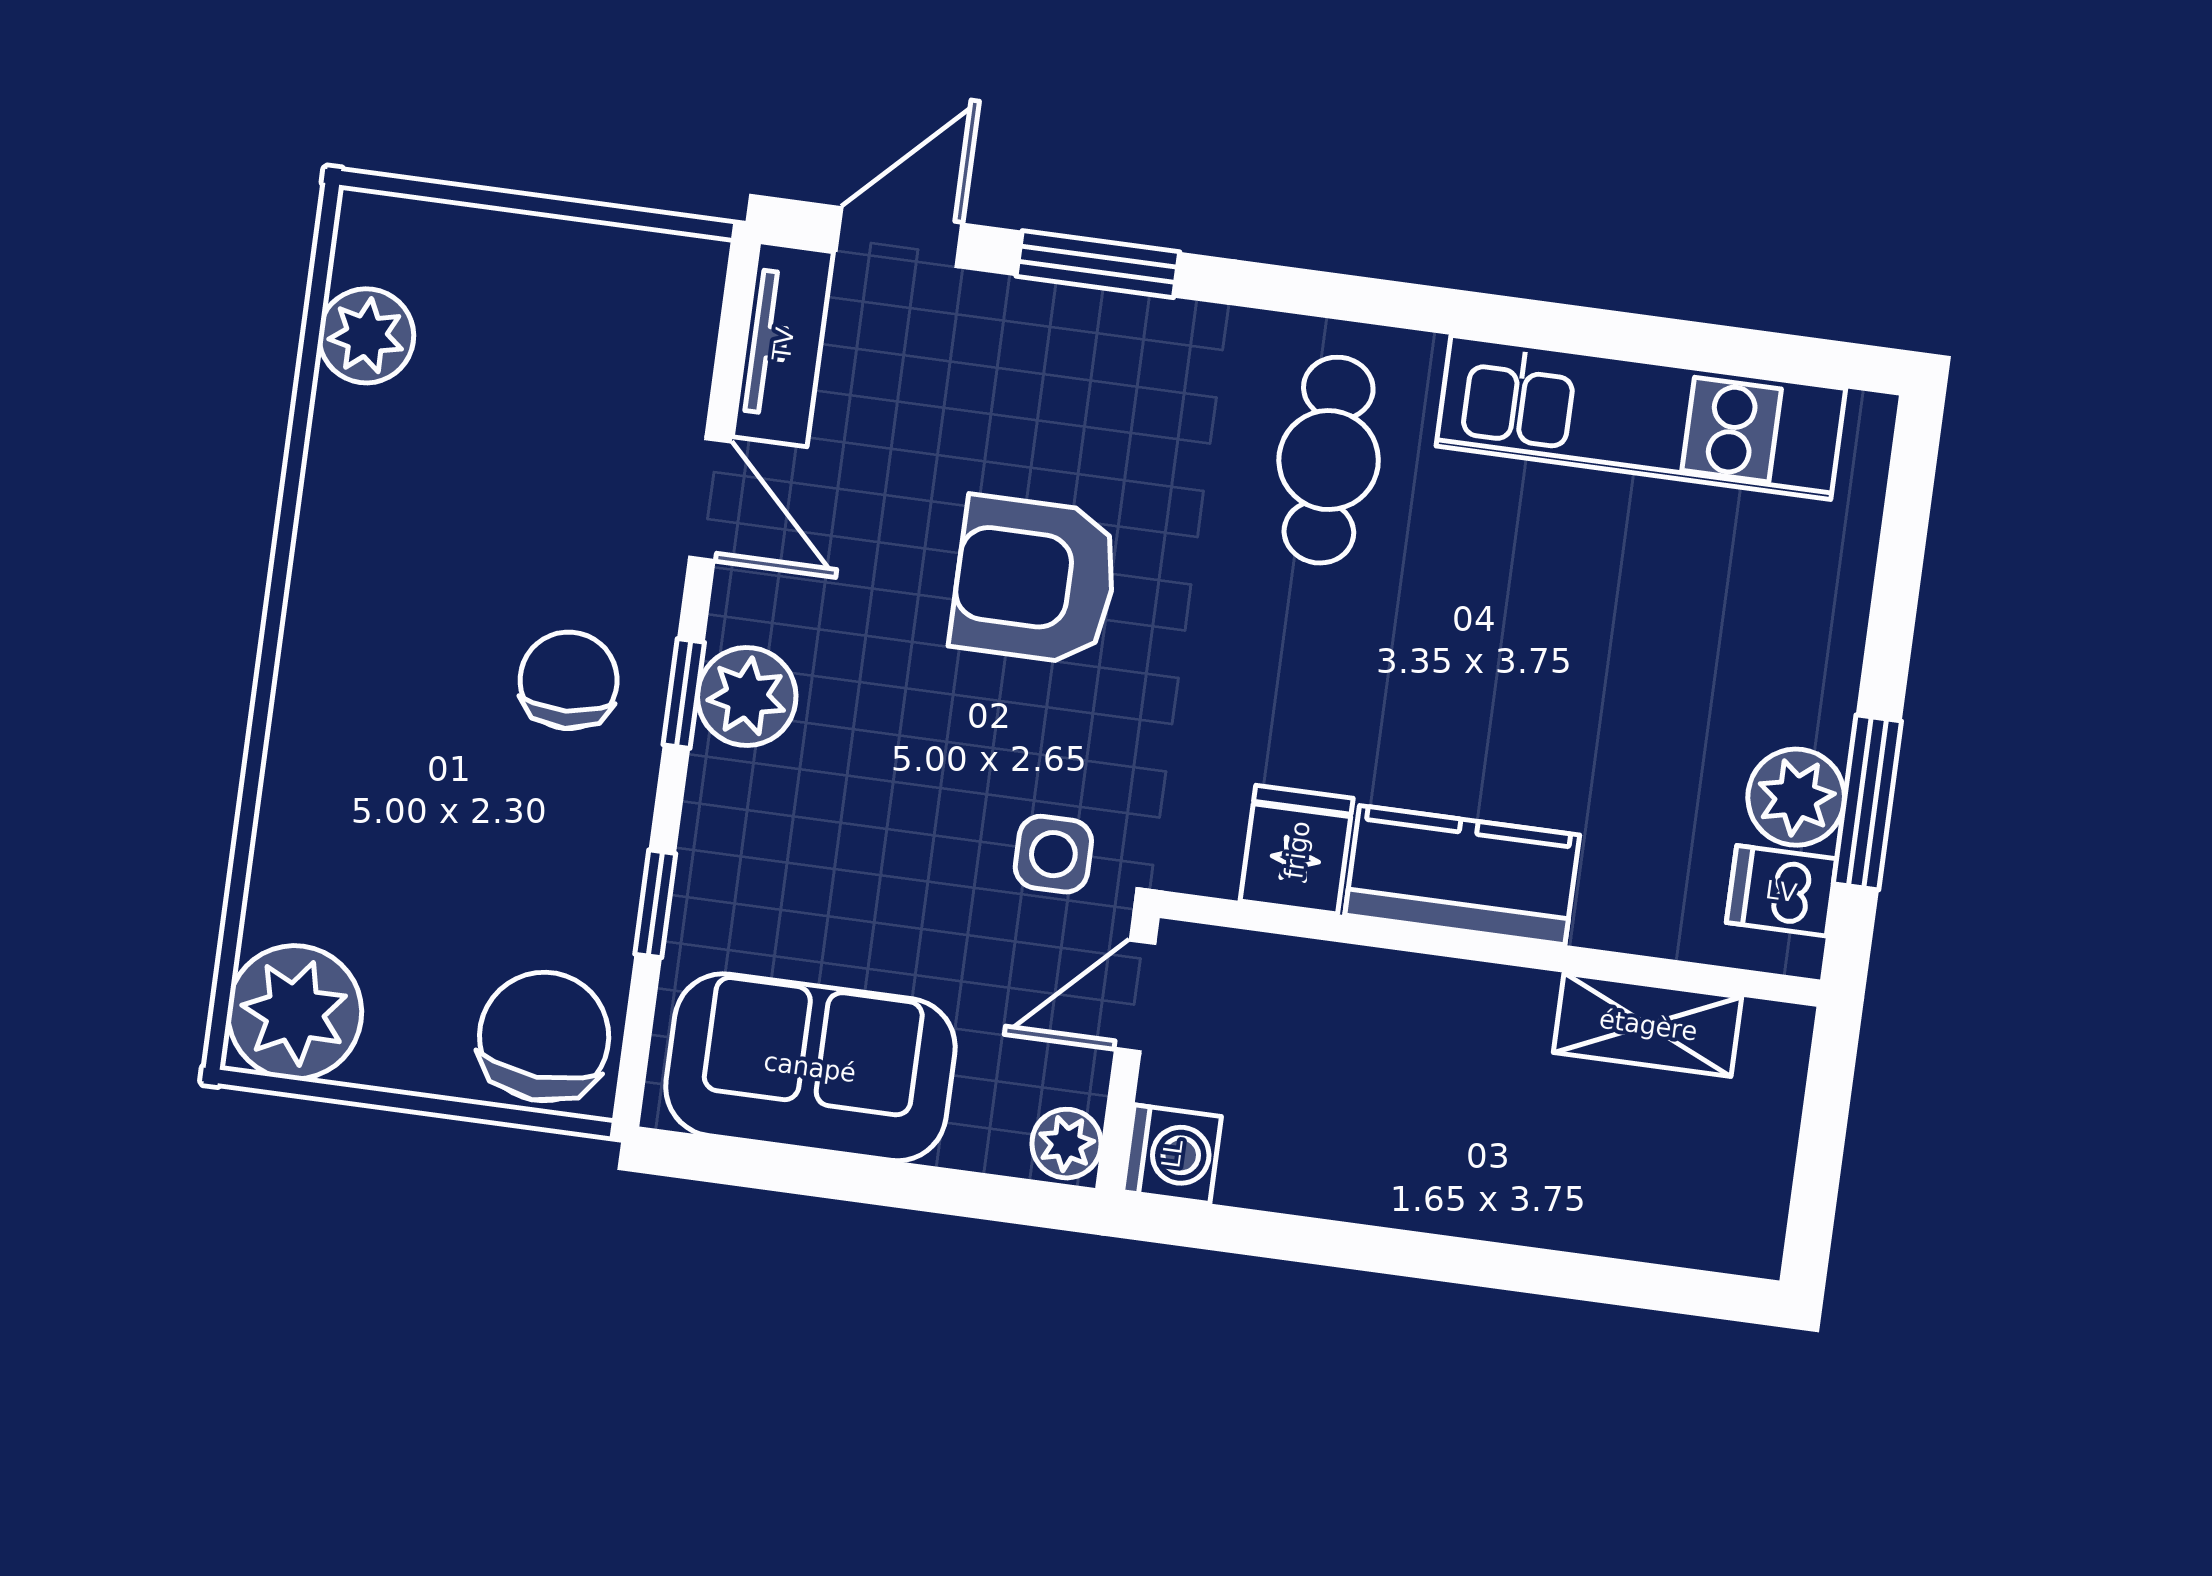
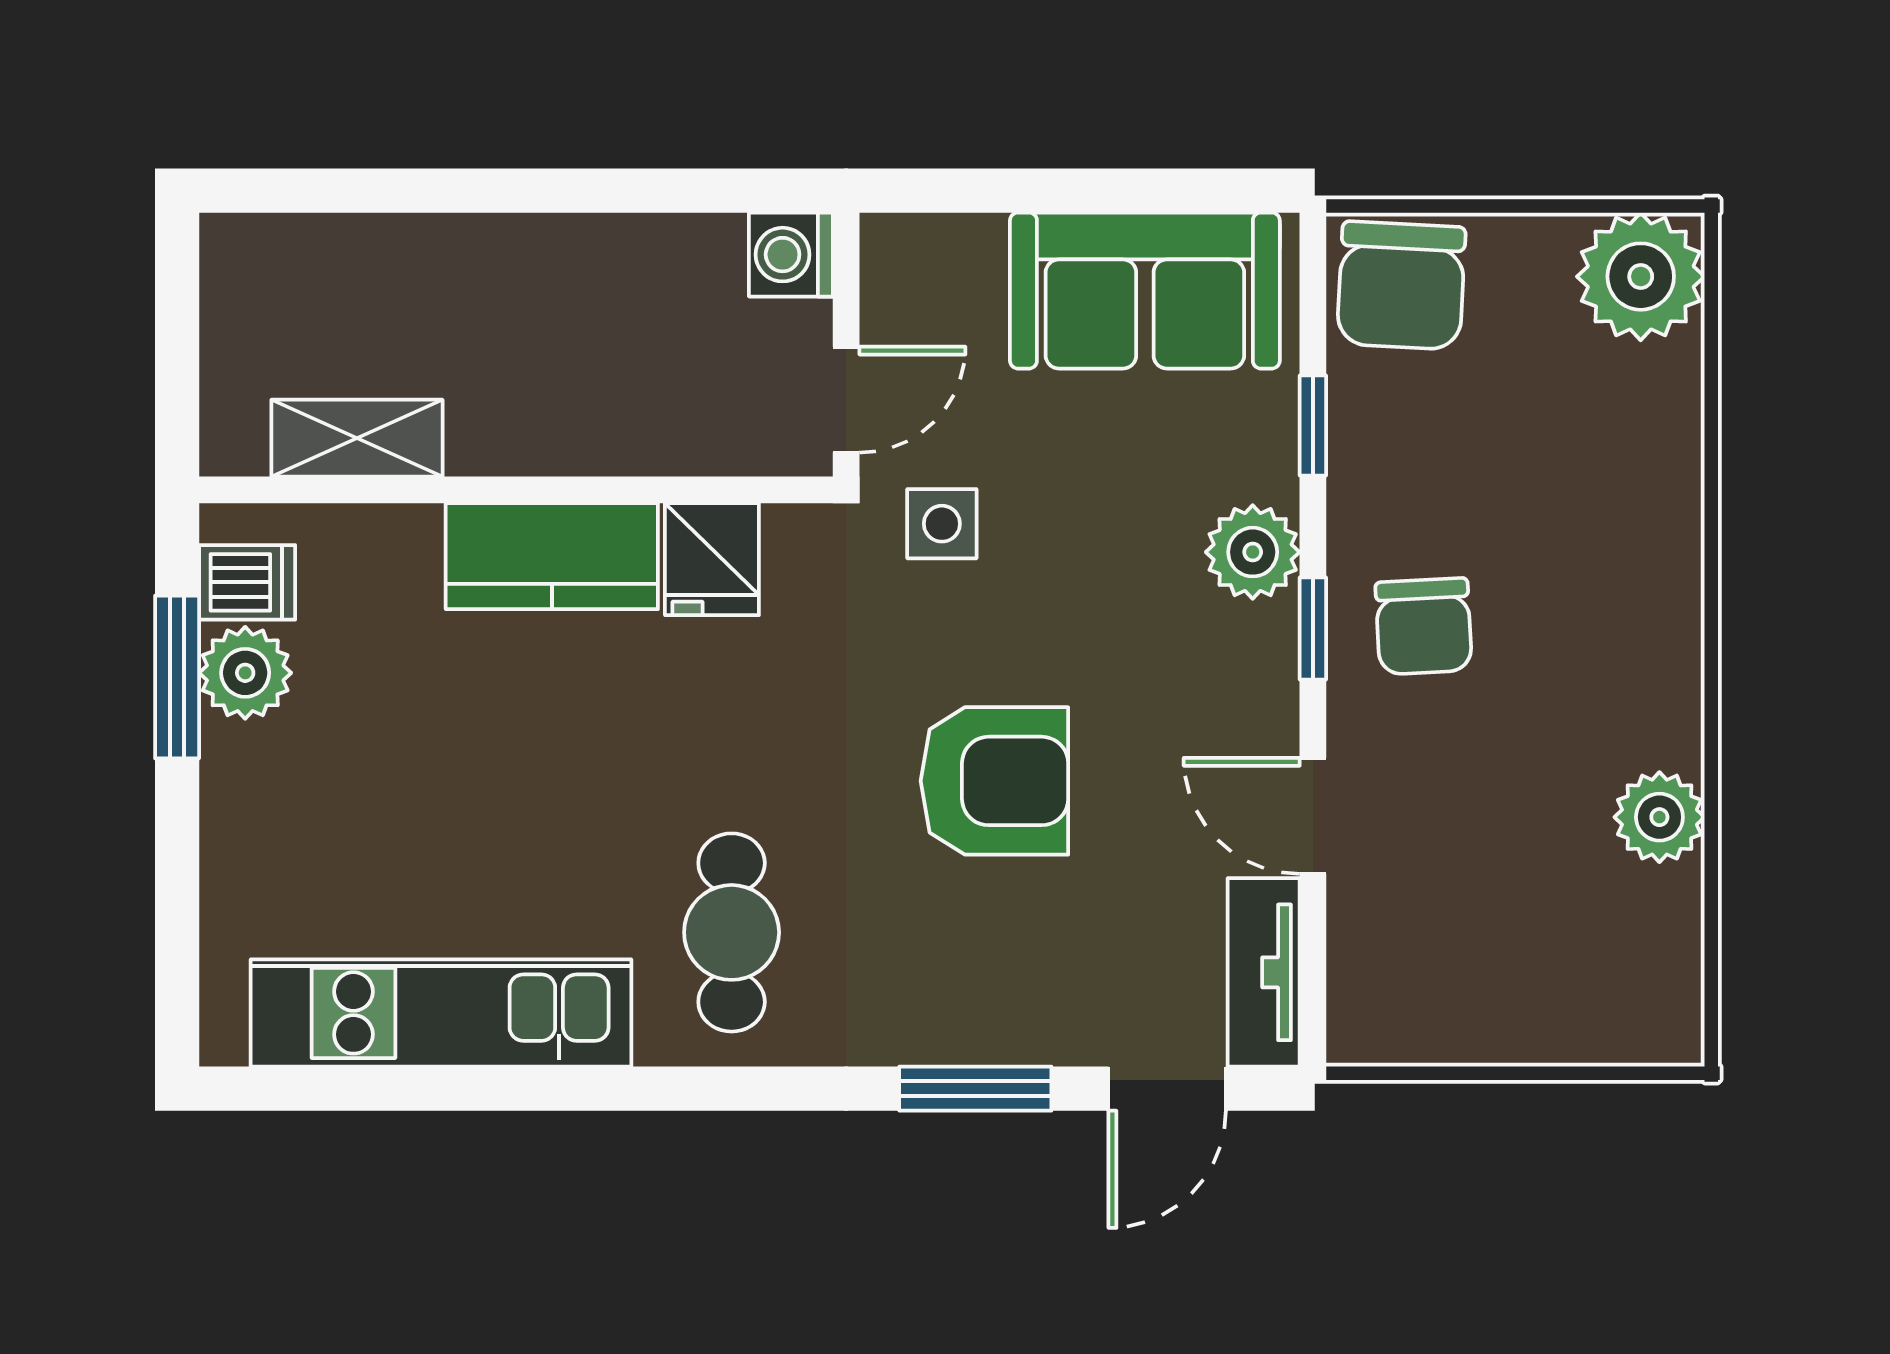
plant: (366, 336) -> (1659, 817), moved
plant: (747, 697) -> (1253, 552), moved
plant: (1066, 1144) -> (892, 251), removed

